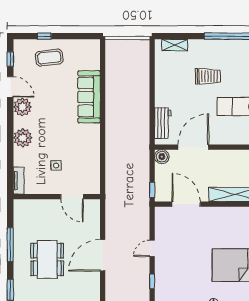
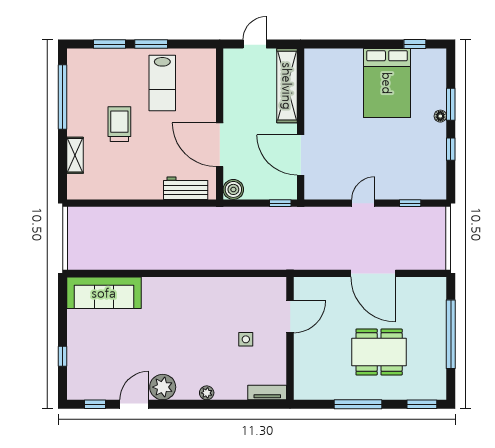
shelving: (175, 45) -> (75, 155), moved
coffee table: (49, 58) -> (93, 349), removed
sofa: (89, 97) -> (104, 293), moved
plant: (23, 138) -> (207, 393), width x0.53, depth x0.53
door: (186, 204) -> (301, 155), hinge flipped
door: (152, 248) -> (363, 203), swing flipped

